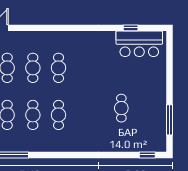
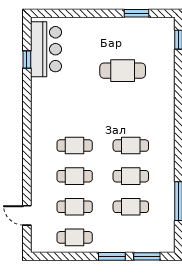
cafe table: (121, 108) -> (123, 71), width x1.37, depth x1.35
window: (169, 120) -> (137, 13), width x0.69

